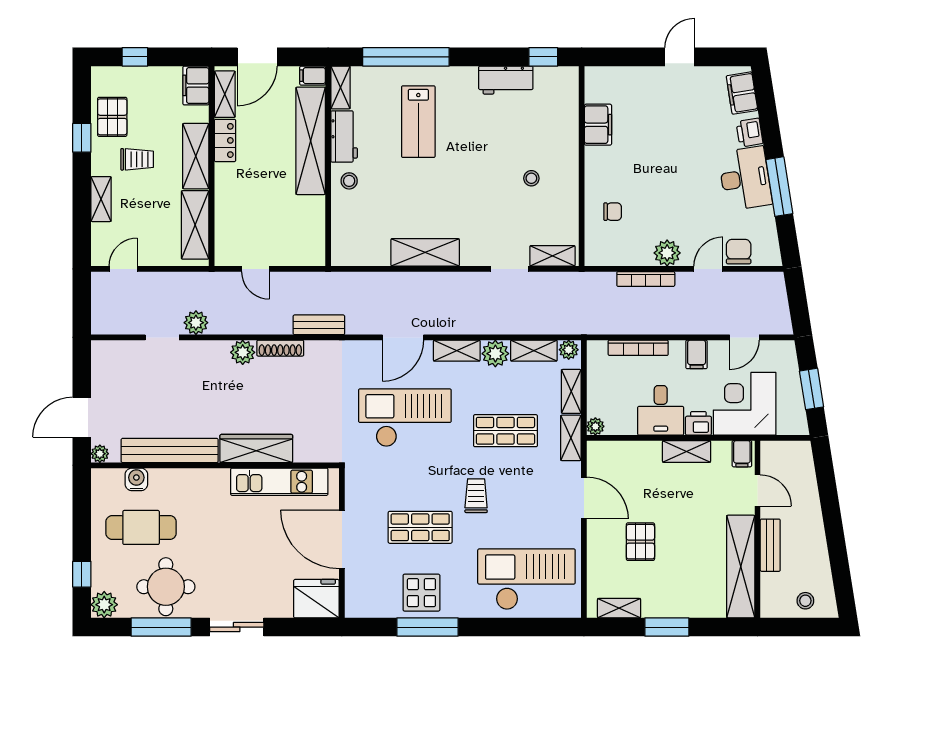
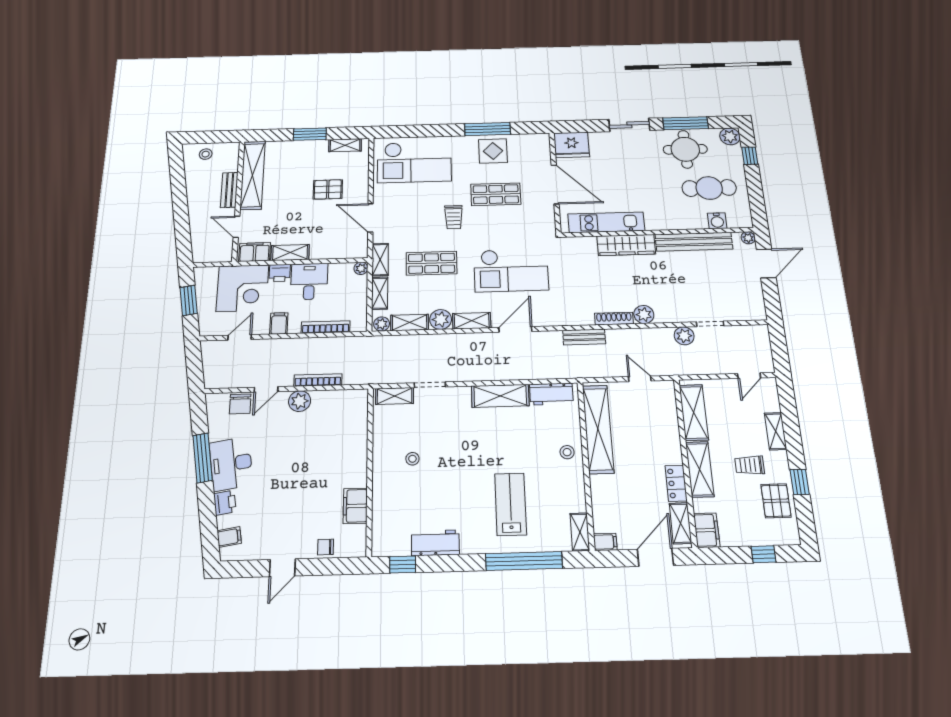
filing cabinet: (742, 93) -> (229, 537), width x0.50
workbench: (344, 136) -> (551, 394), moved, turned -90
shelving: (311, 141) -> (598, 429), moved
chair: (613, 212) -> (326, 547), moved
filing cabinet: (742, 454) -> (255, 252), width x2.00
pallet: (640, 542) -> (328, 189), turned 90

